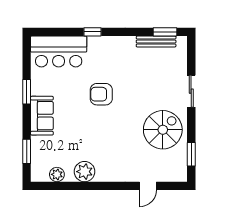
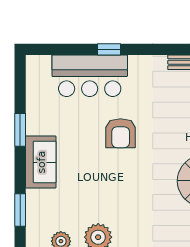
bar counter: (59, 52) -> (90, 76), moved
armchair: (101, 94) -> (121, 133), turned -90

